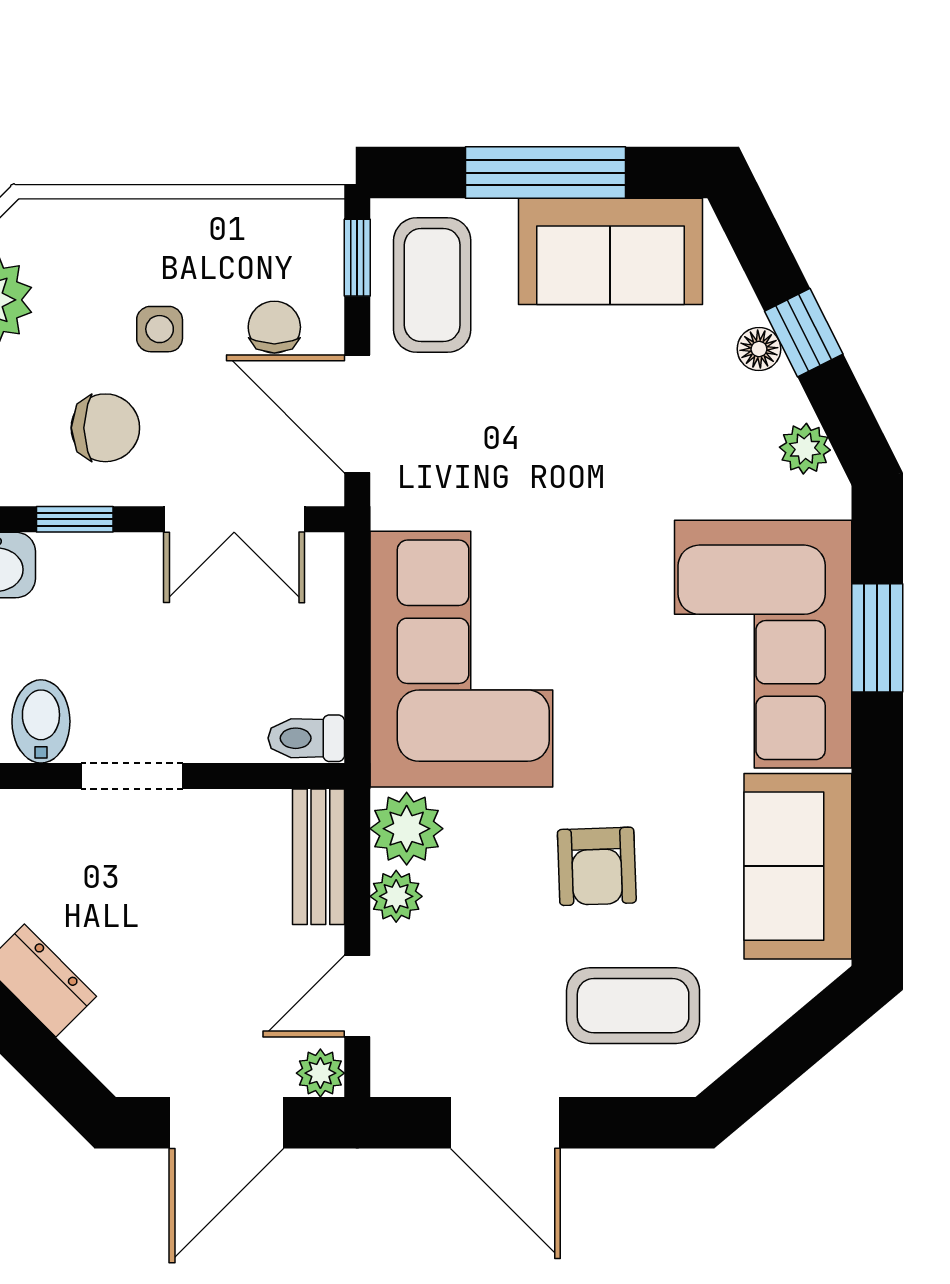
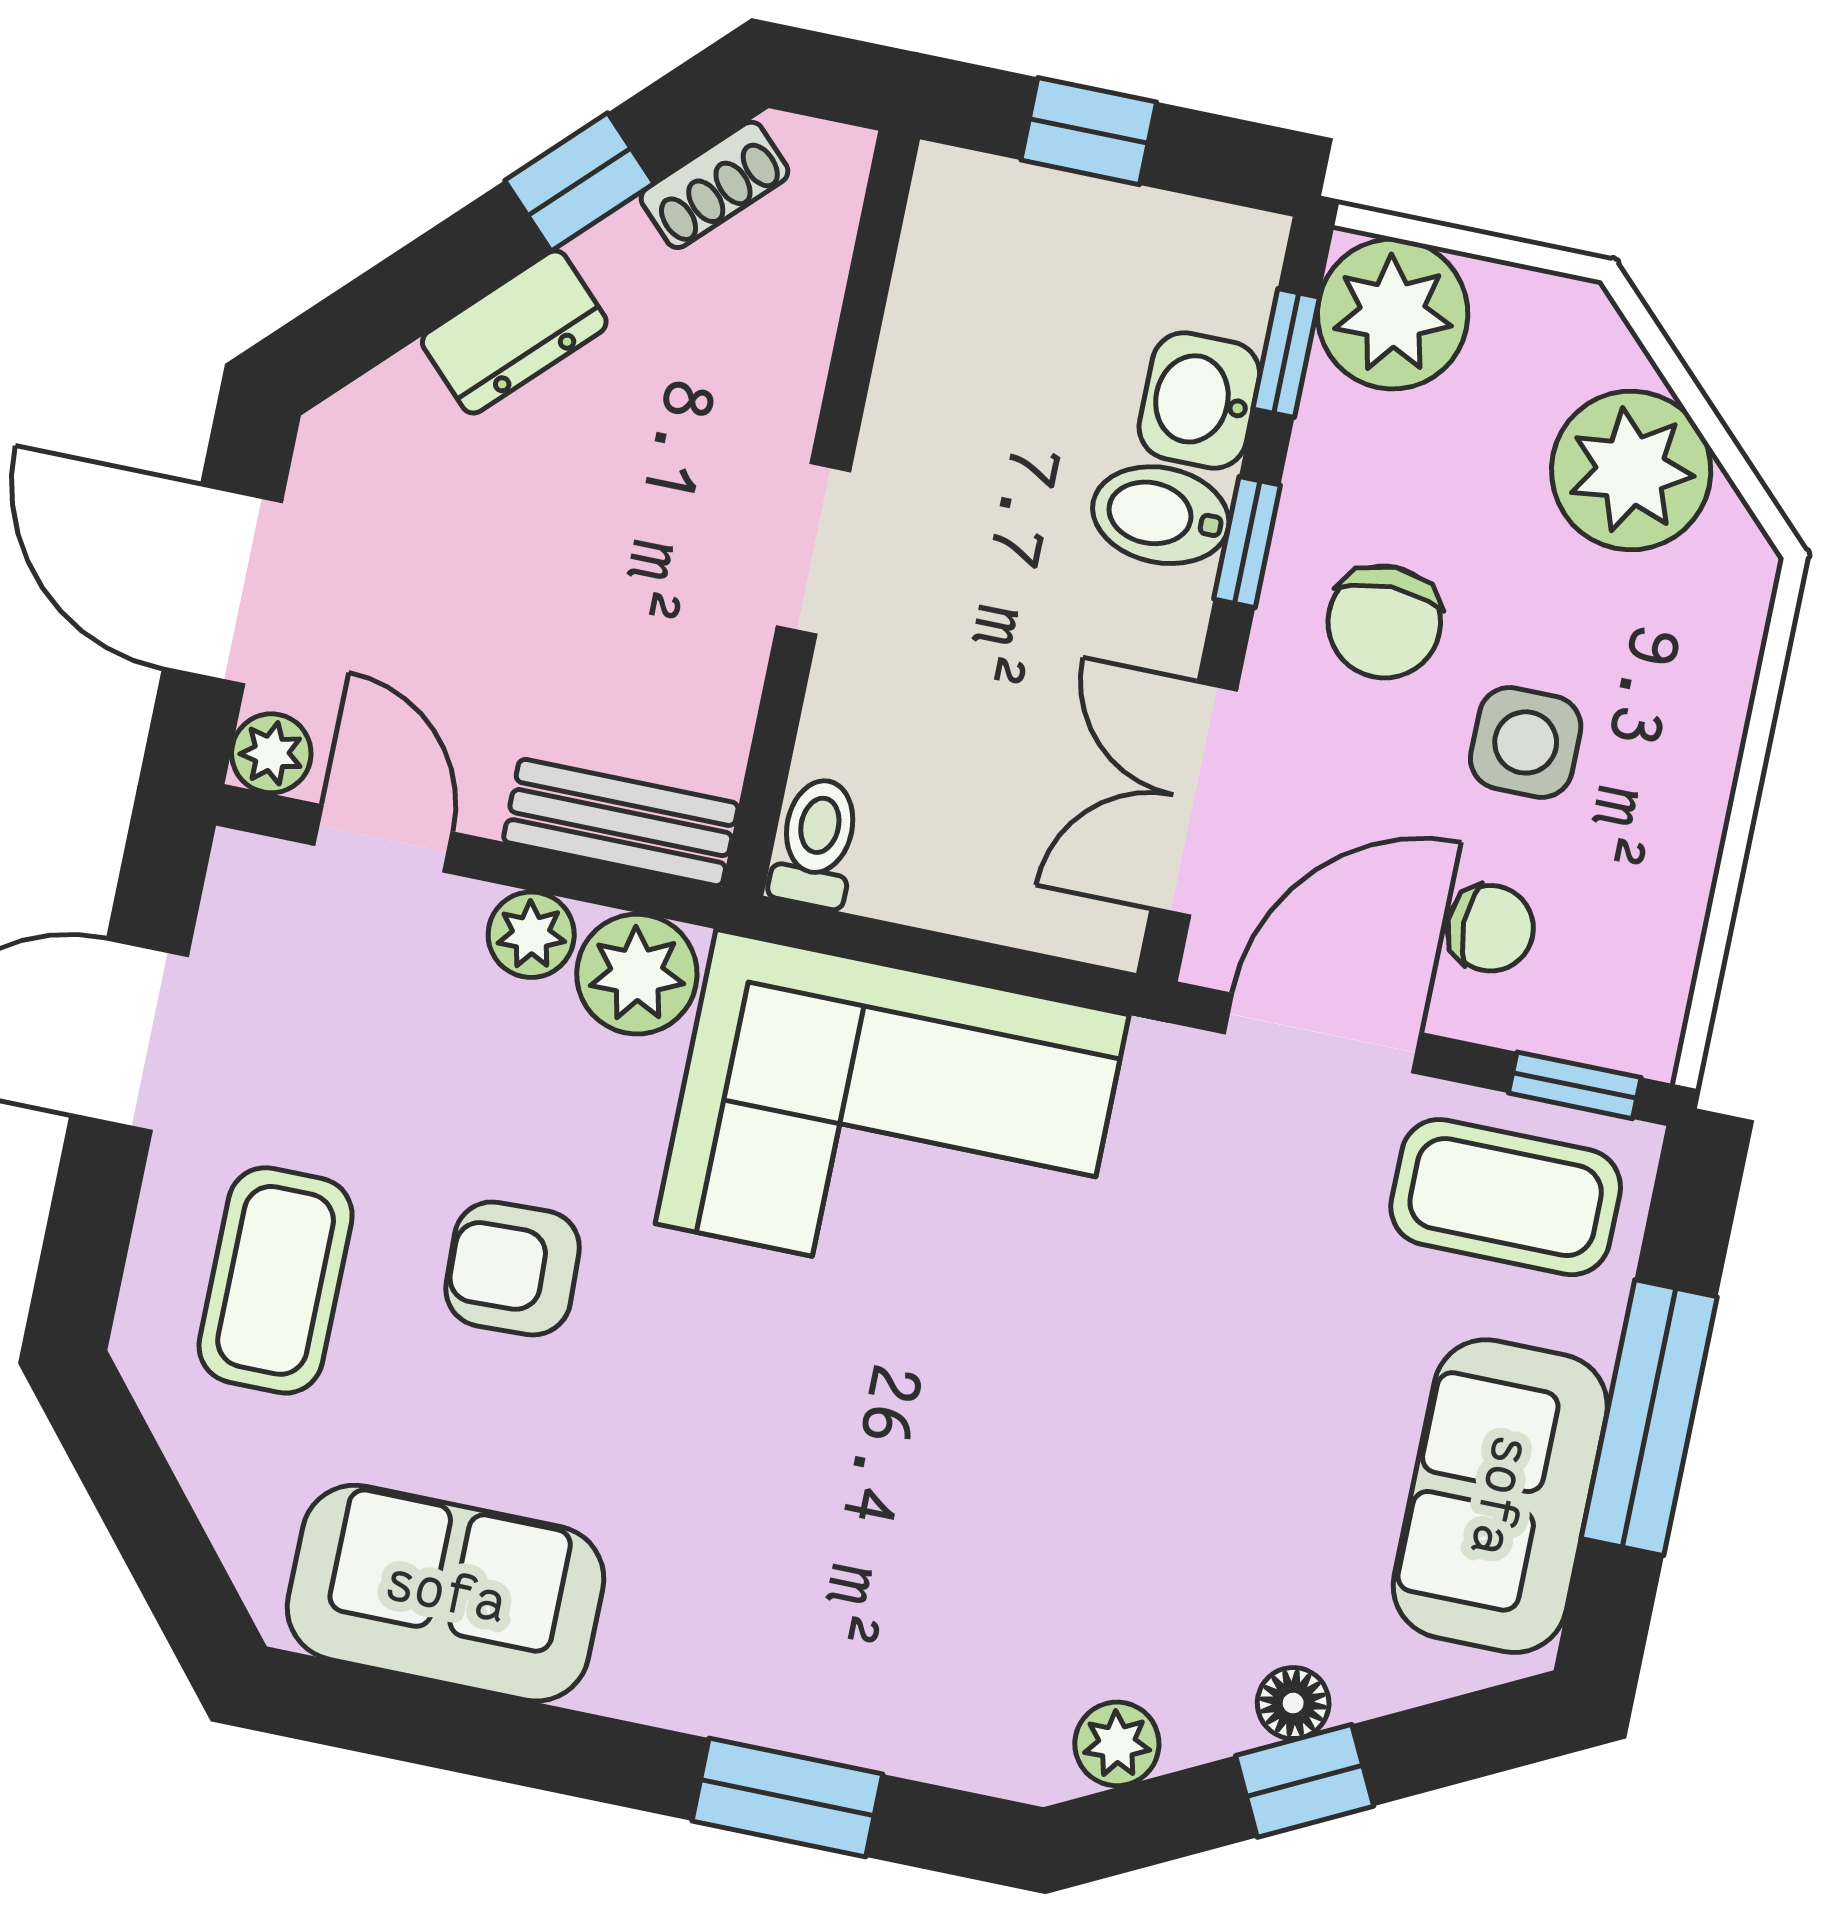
side table: (160, 329) -> (1526, 742), width x1.37, depth x1.37
corner sofa: (763, 644) -> (815, 1611), removed
bidet: (41, 721) -> (1161, 515), moved, turned 180

